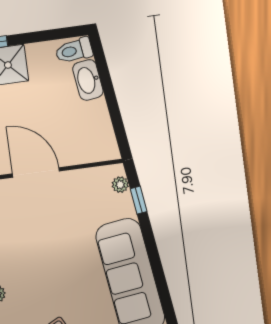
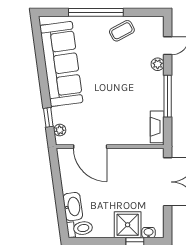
door: (36, 172) -> (90, 147), moved

